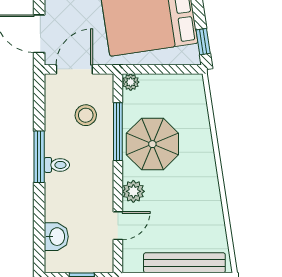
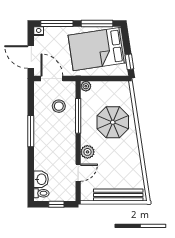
door: (74, 69) -> (52, 79), hinge flipped
parasol: (152, 144) -> (113, 122), moved
toilet: (57, 165) -> (41, 193), moved

